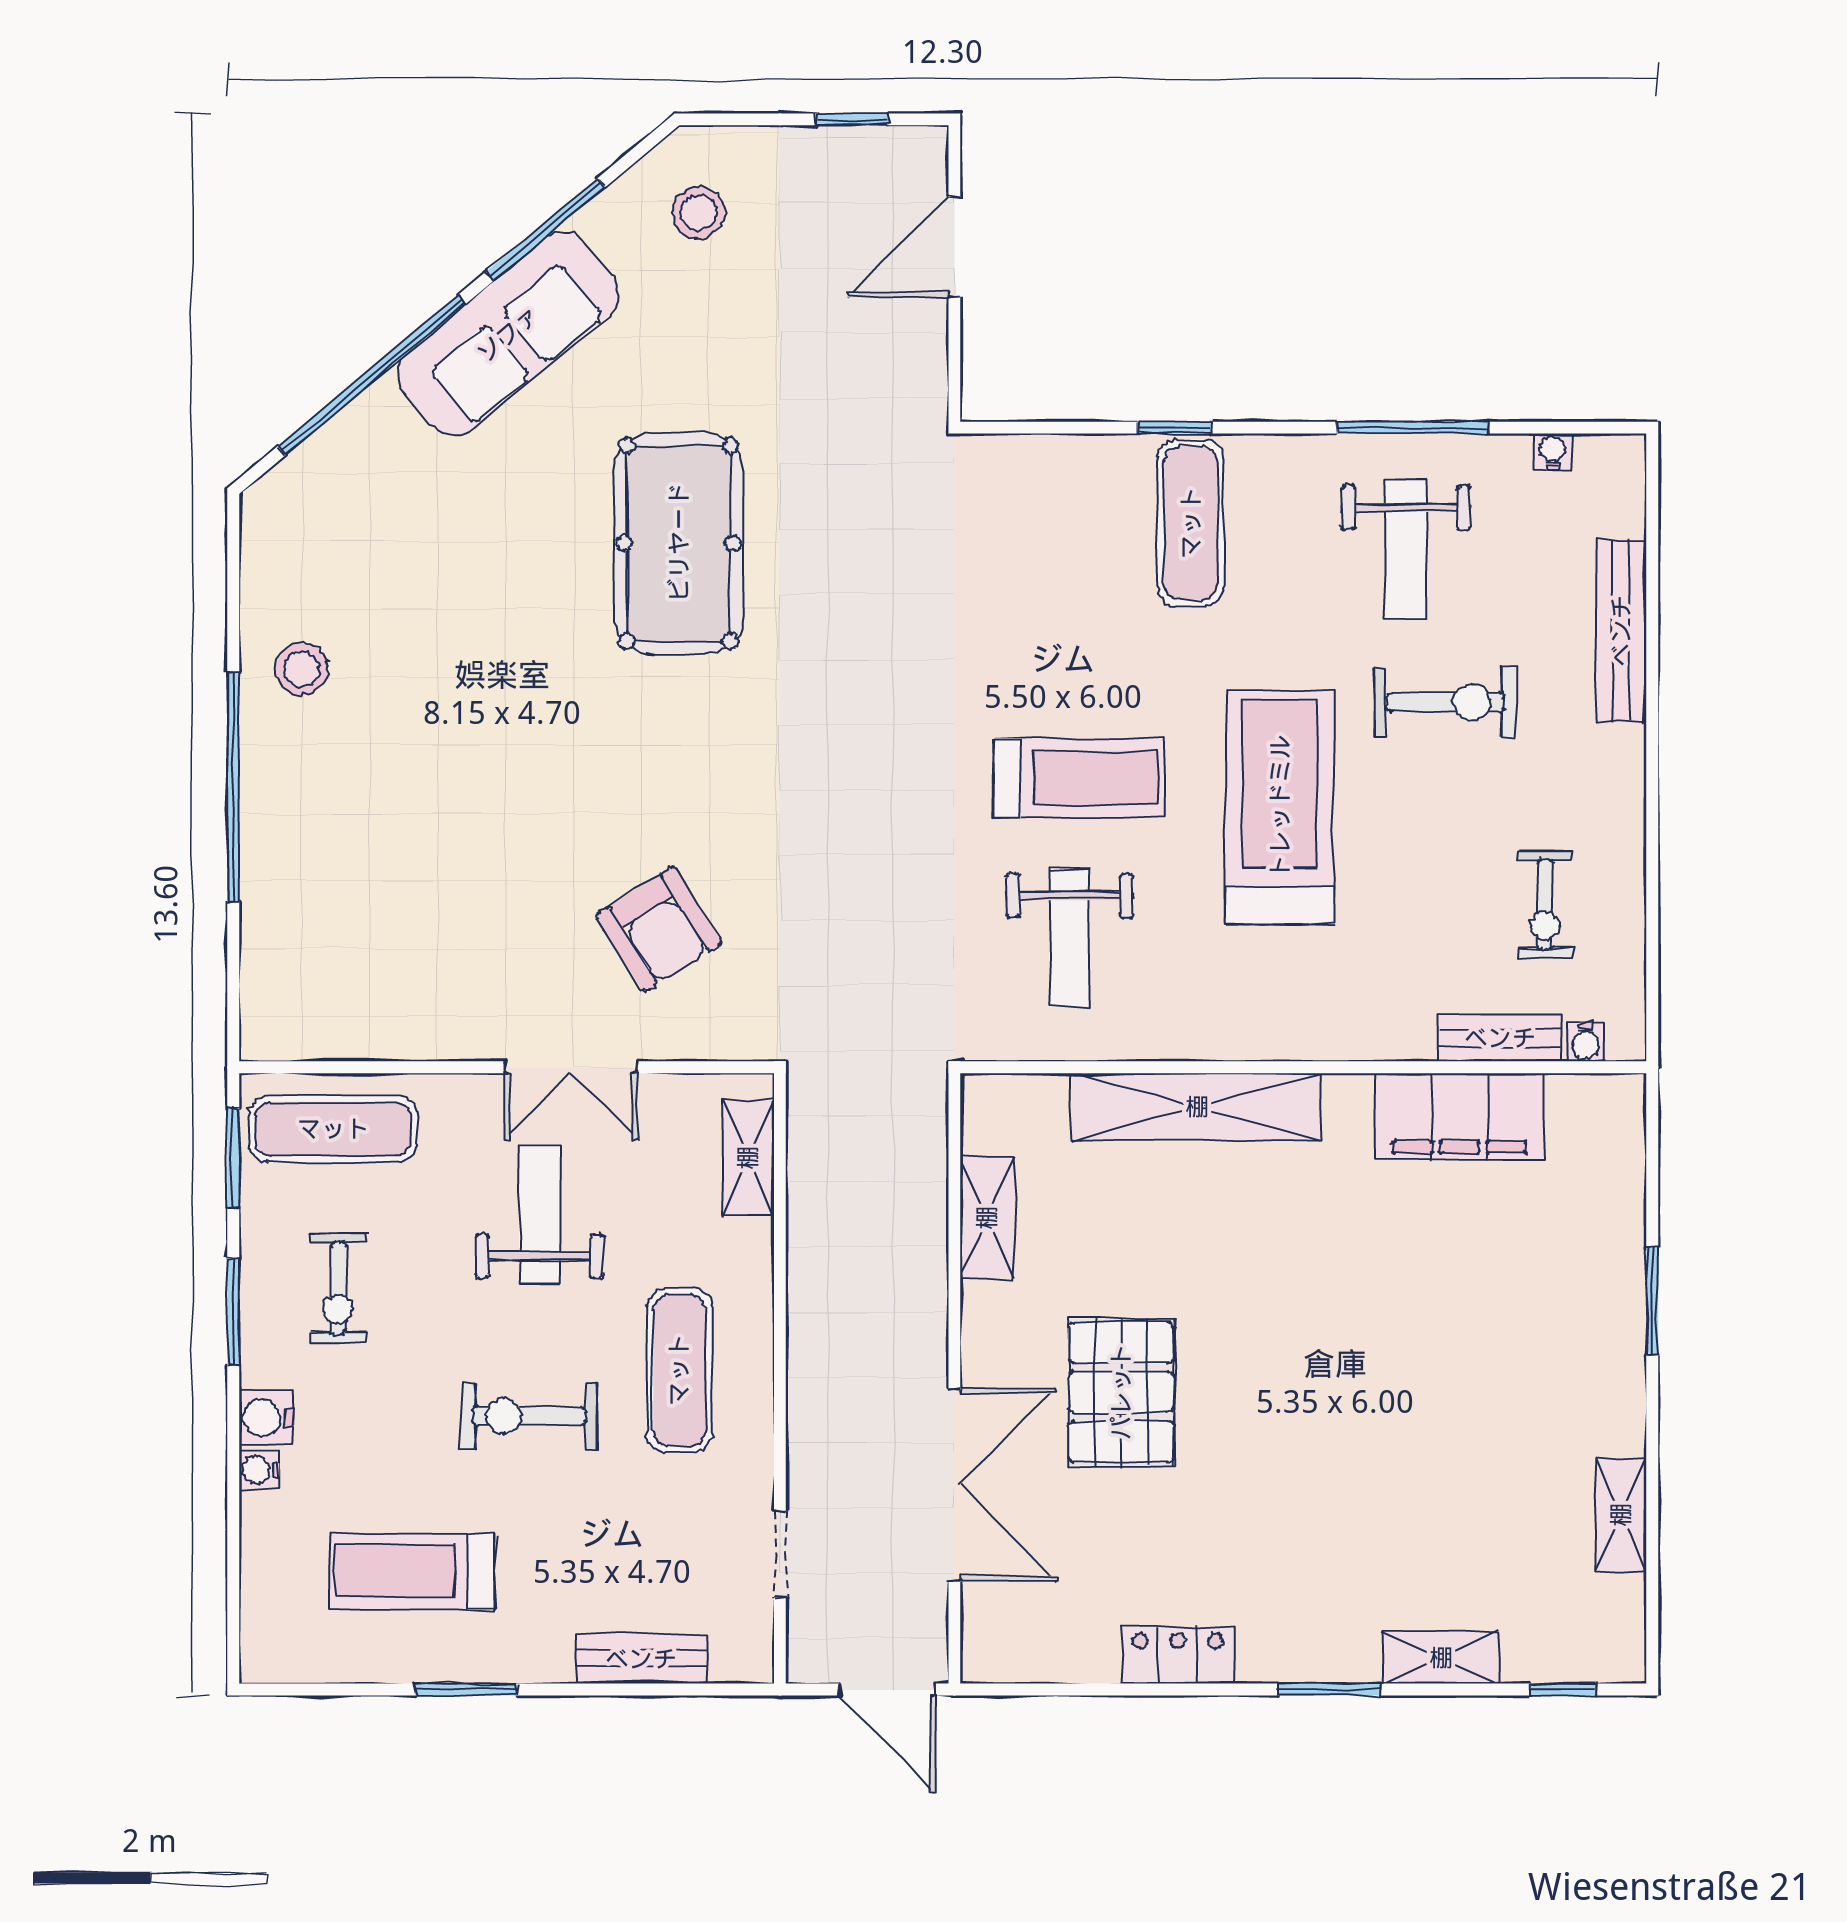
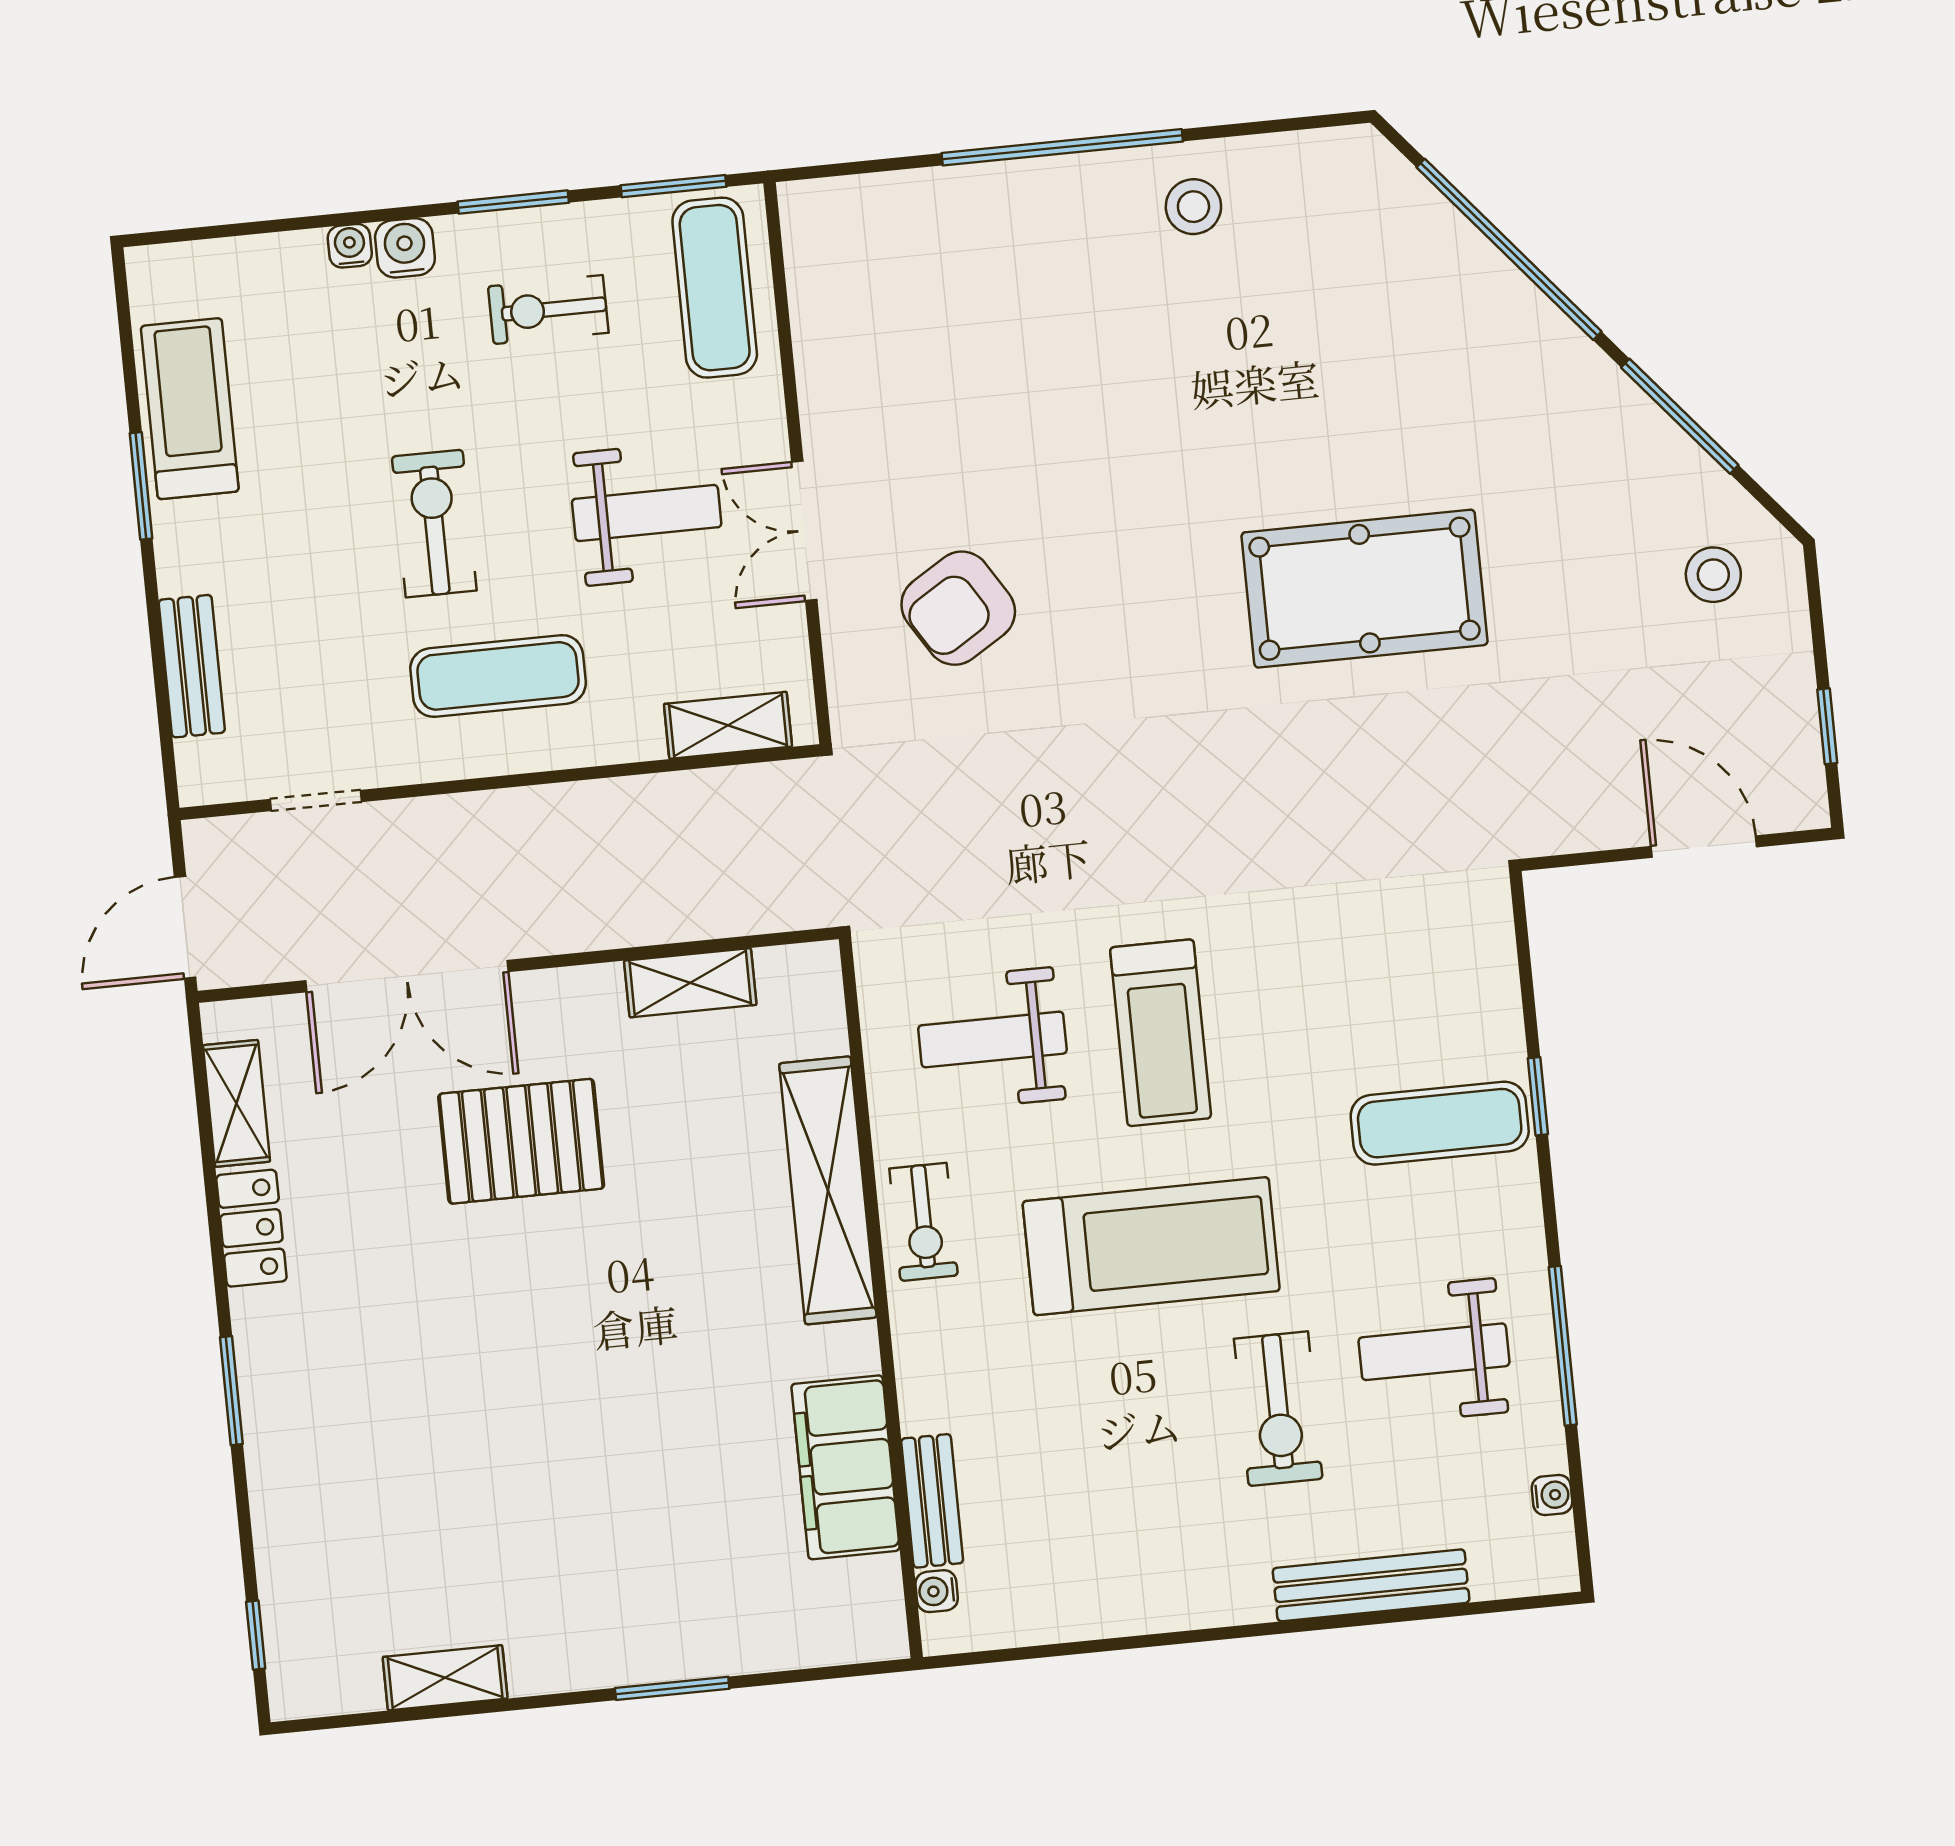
sofa: (508, 334) -> (1567, 388), removed
exercise bike: (1545, 905) -> (924, 1222), moved, turned -90
treadmill: (411, 1571) -> (190, 409), moved
shelving: (1441, 1658) -> (237, 1103), moved

